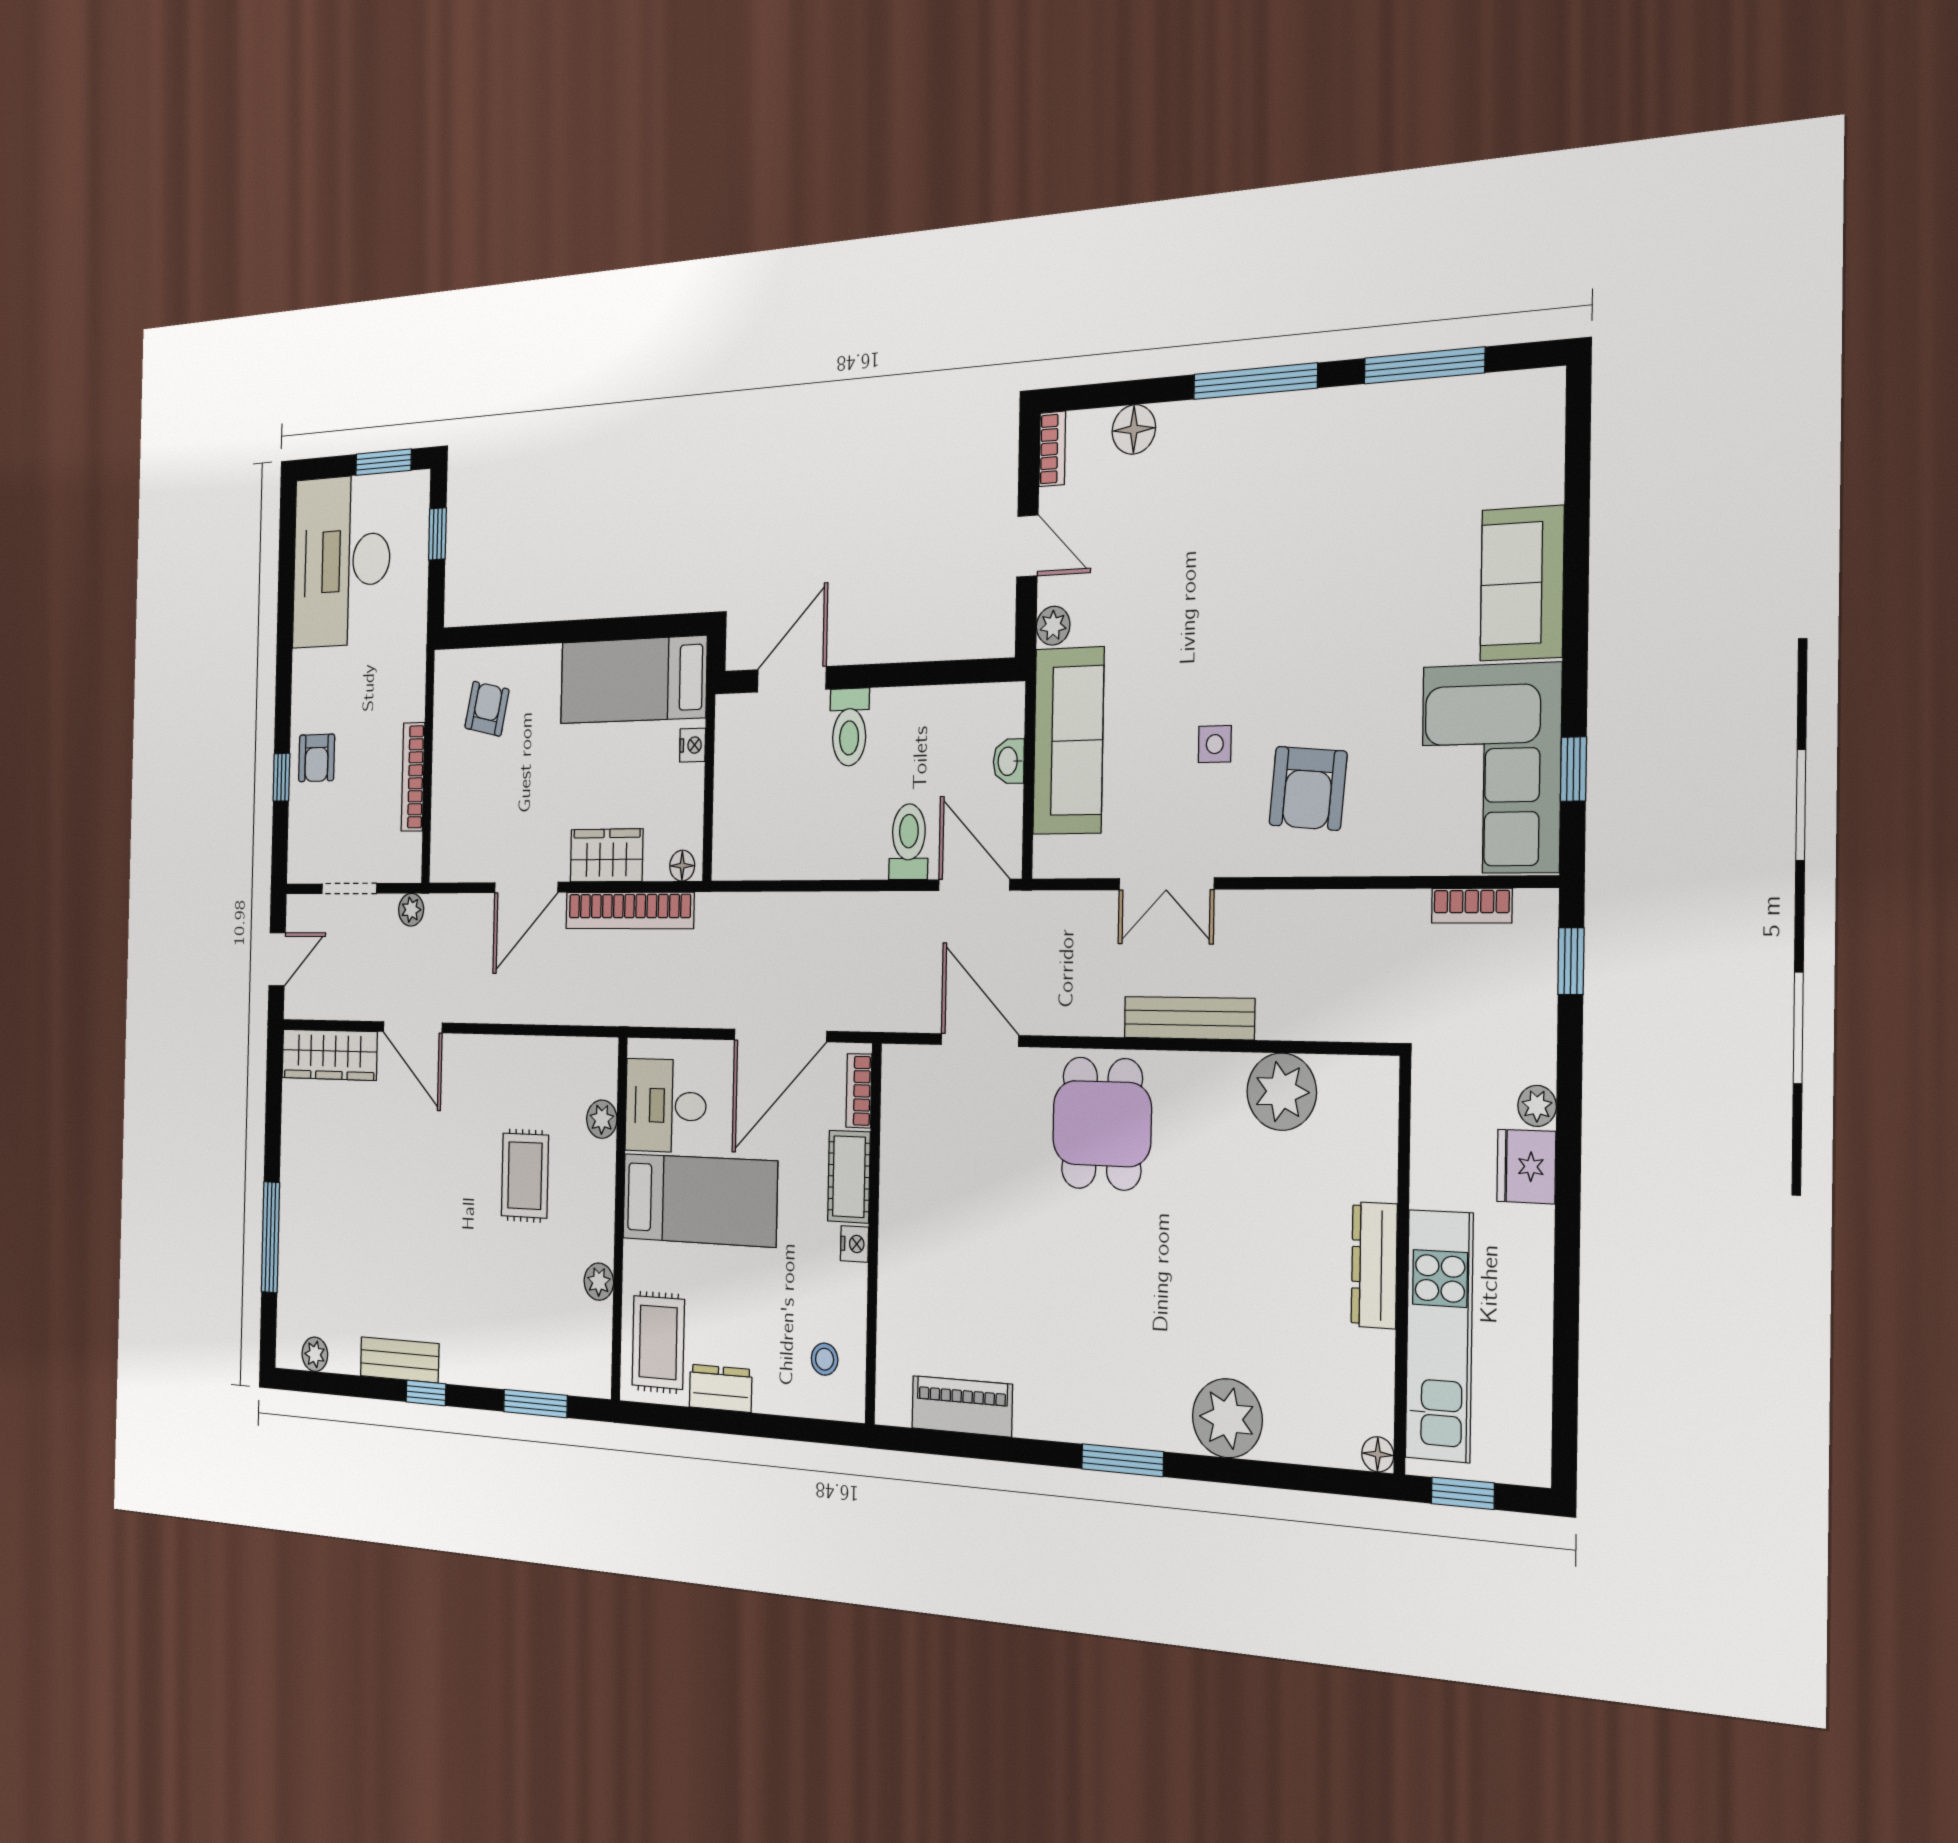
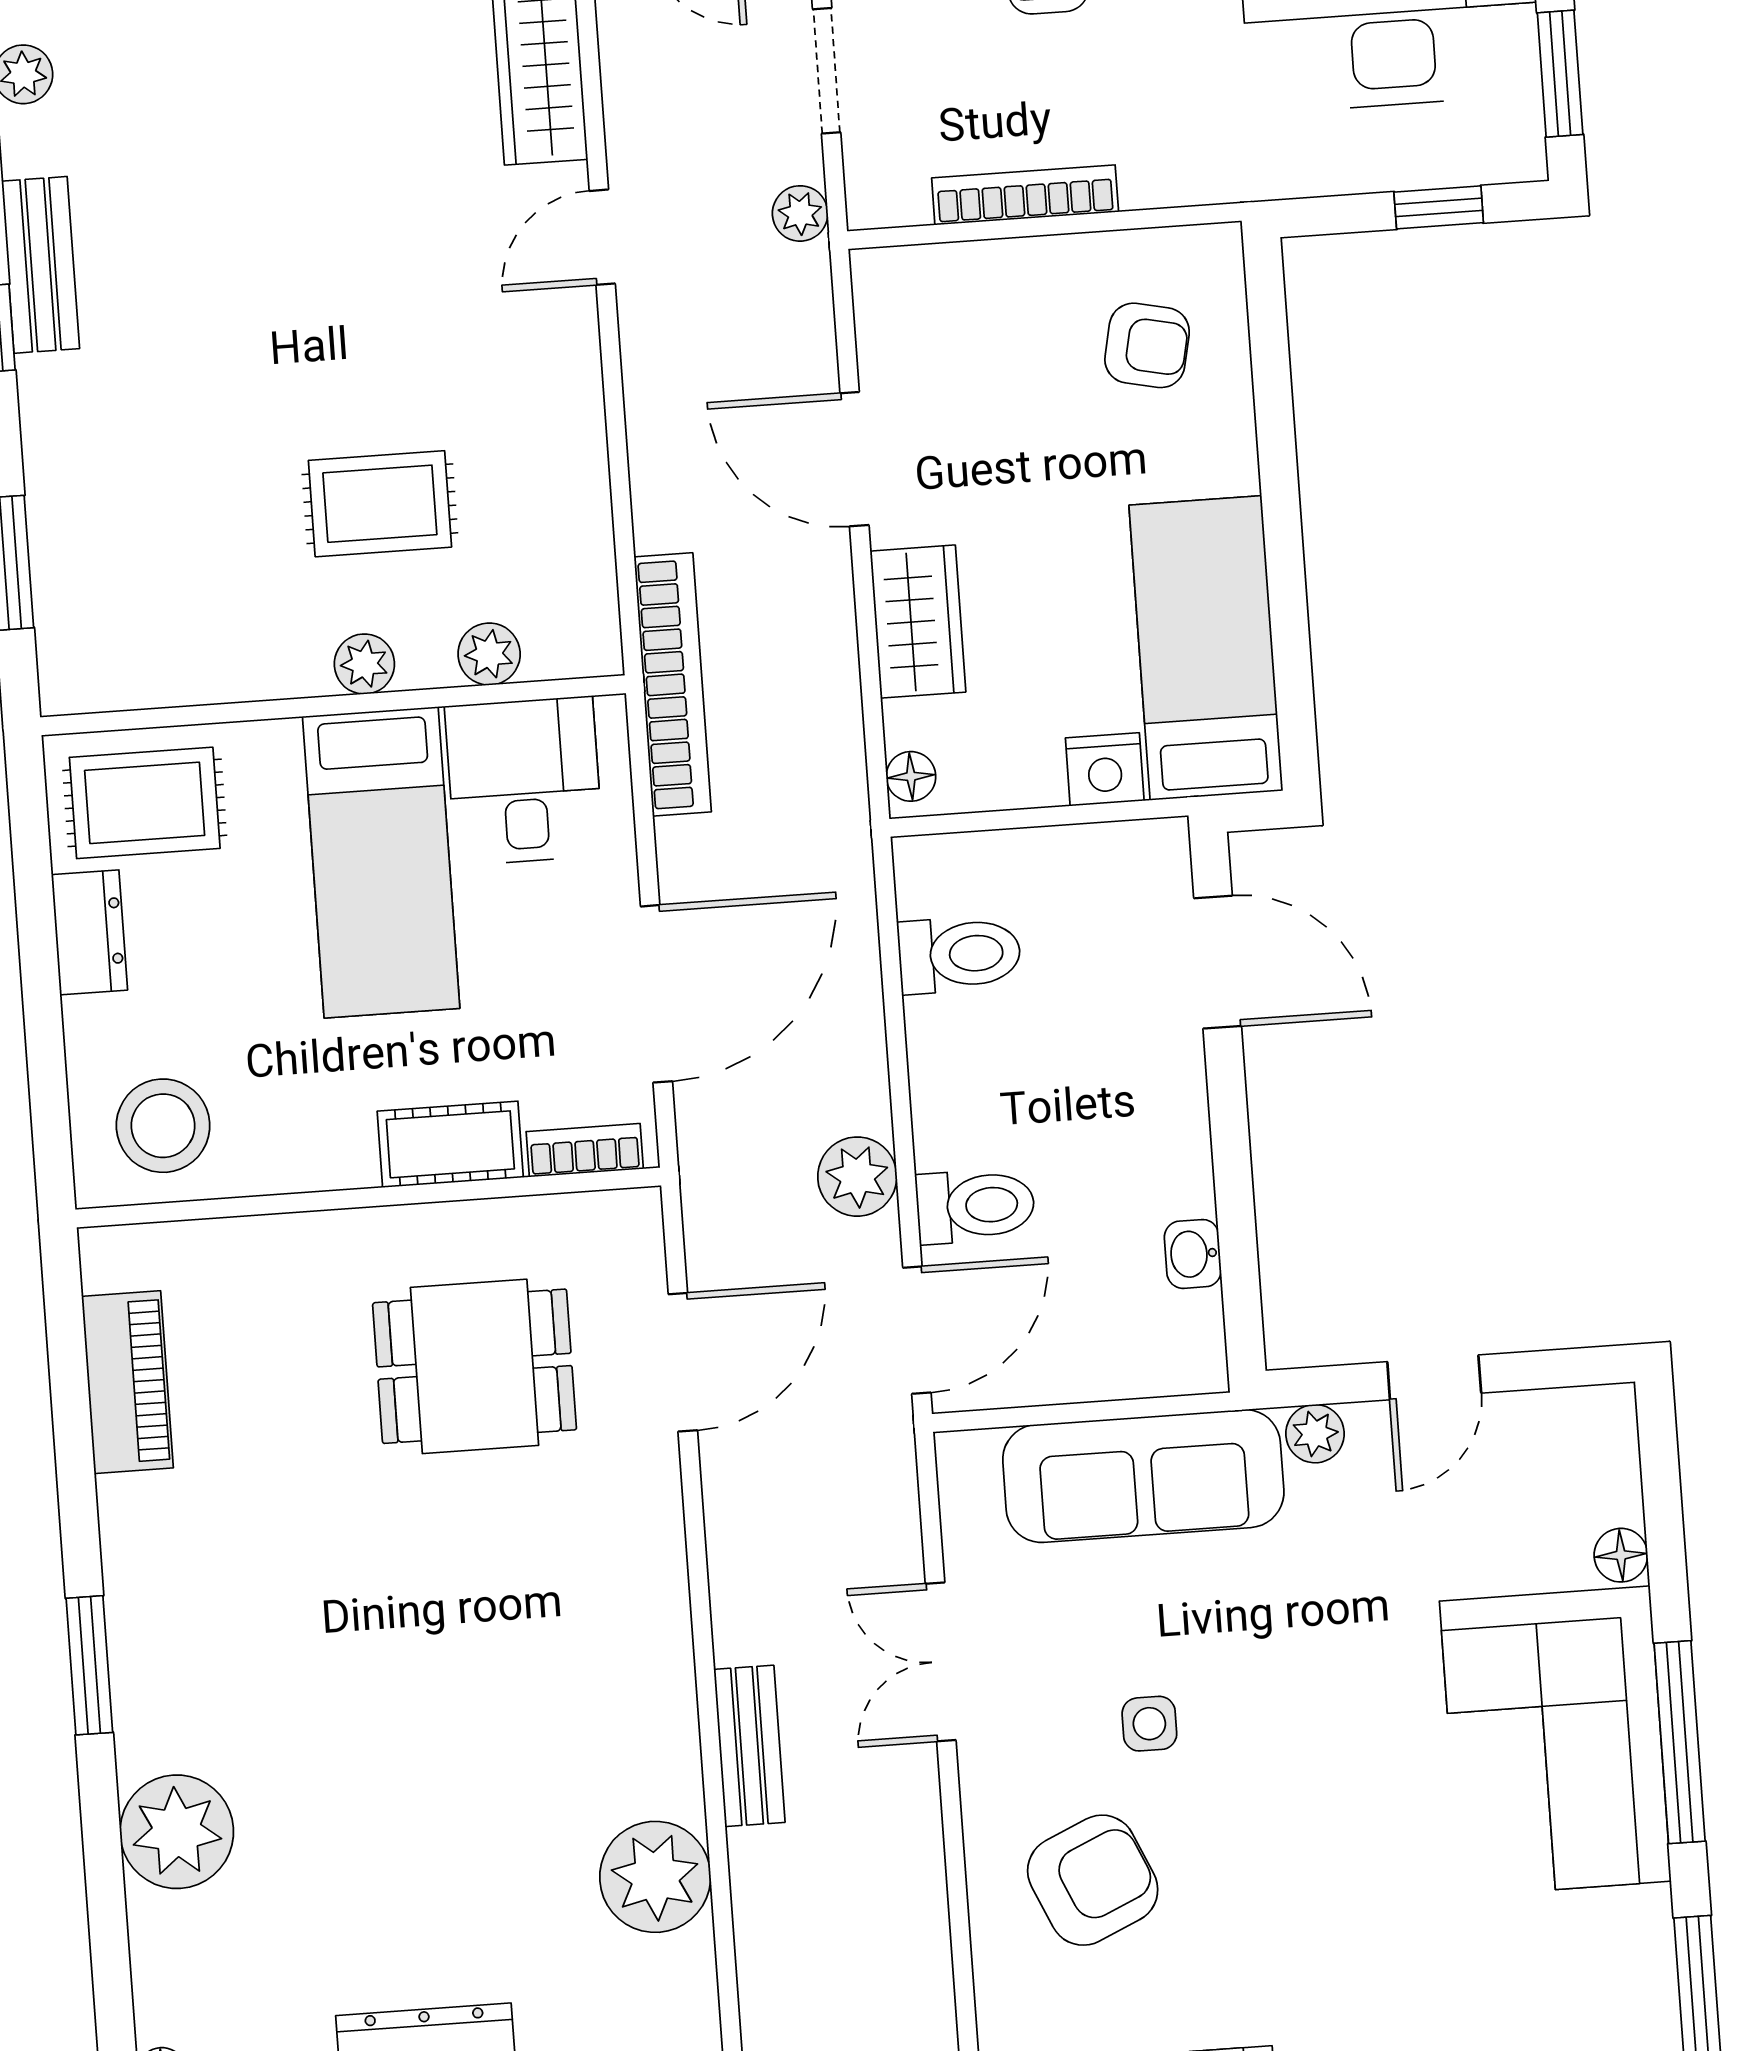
floor lamp: (1134, 429) -> (1621, 1555), width x0.73, depth x0.73
bookcase: (1052, 449) -> (1581, 1408), removed
corner sofa: (1248, 467) -> (1555, 1741), added
toilet: (849, 727) -> (959, 954), moved, turned 180
nightstand: (693, 745) -> (1105, 769), width x1.39, depth x1.35
washbasin: (1009, 761) -> (1193, 1254), moved, turned -90
armchair: (1308, 788) -> (1093, 1880), turned 151
bookcase: (629, 910) -> (673, 684), moved, turned 180
plant: (887, 917) -> (857, 1177), added
bench: (1189, 1018) -> (749, 1746), width x0.73
door: (413, 1027) -> (602, 237), width x0.73
door: (780, 1036) -> (656, 994), swing flipped
dining table: (1102, 1124) -> (475, 1366), moved
nightstand: (855, 1244) -> (348, 1164), removed
plant: (599, 1282) -> (364, 664), moved
stool: (825, 1359) -> (163, 1126), width x1.89, depth x1.89

